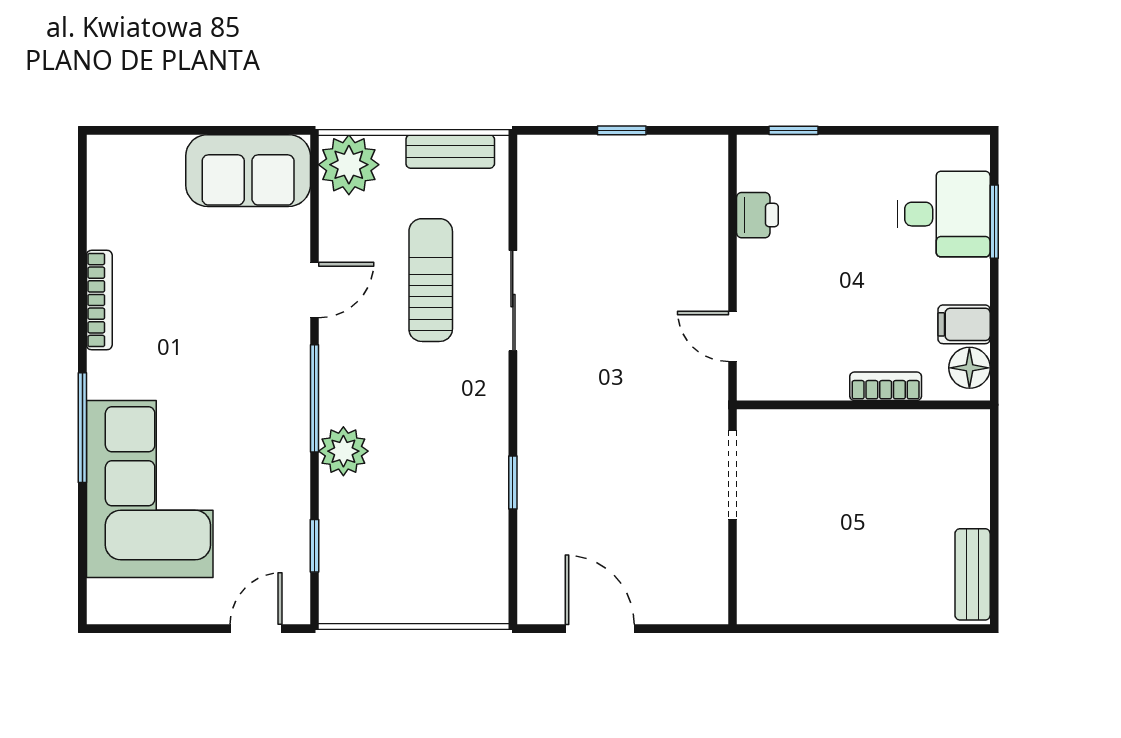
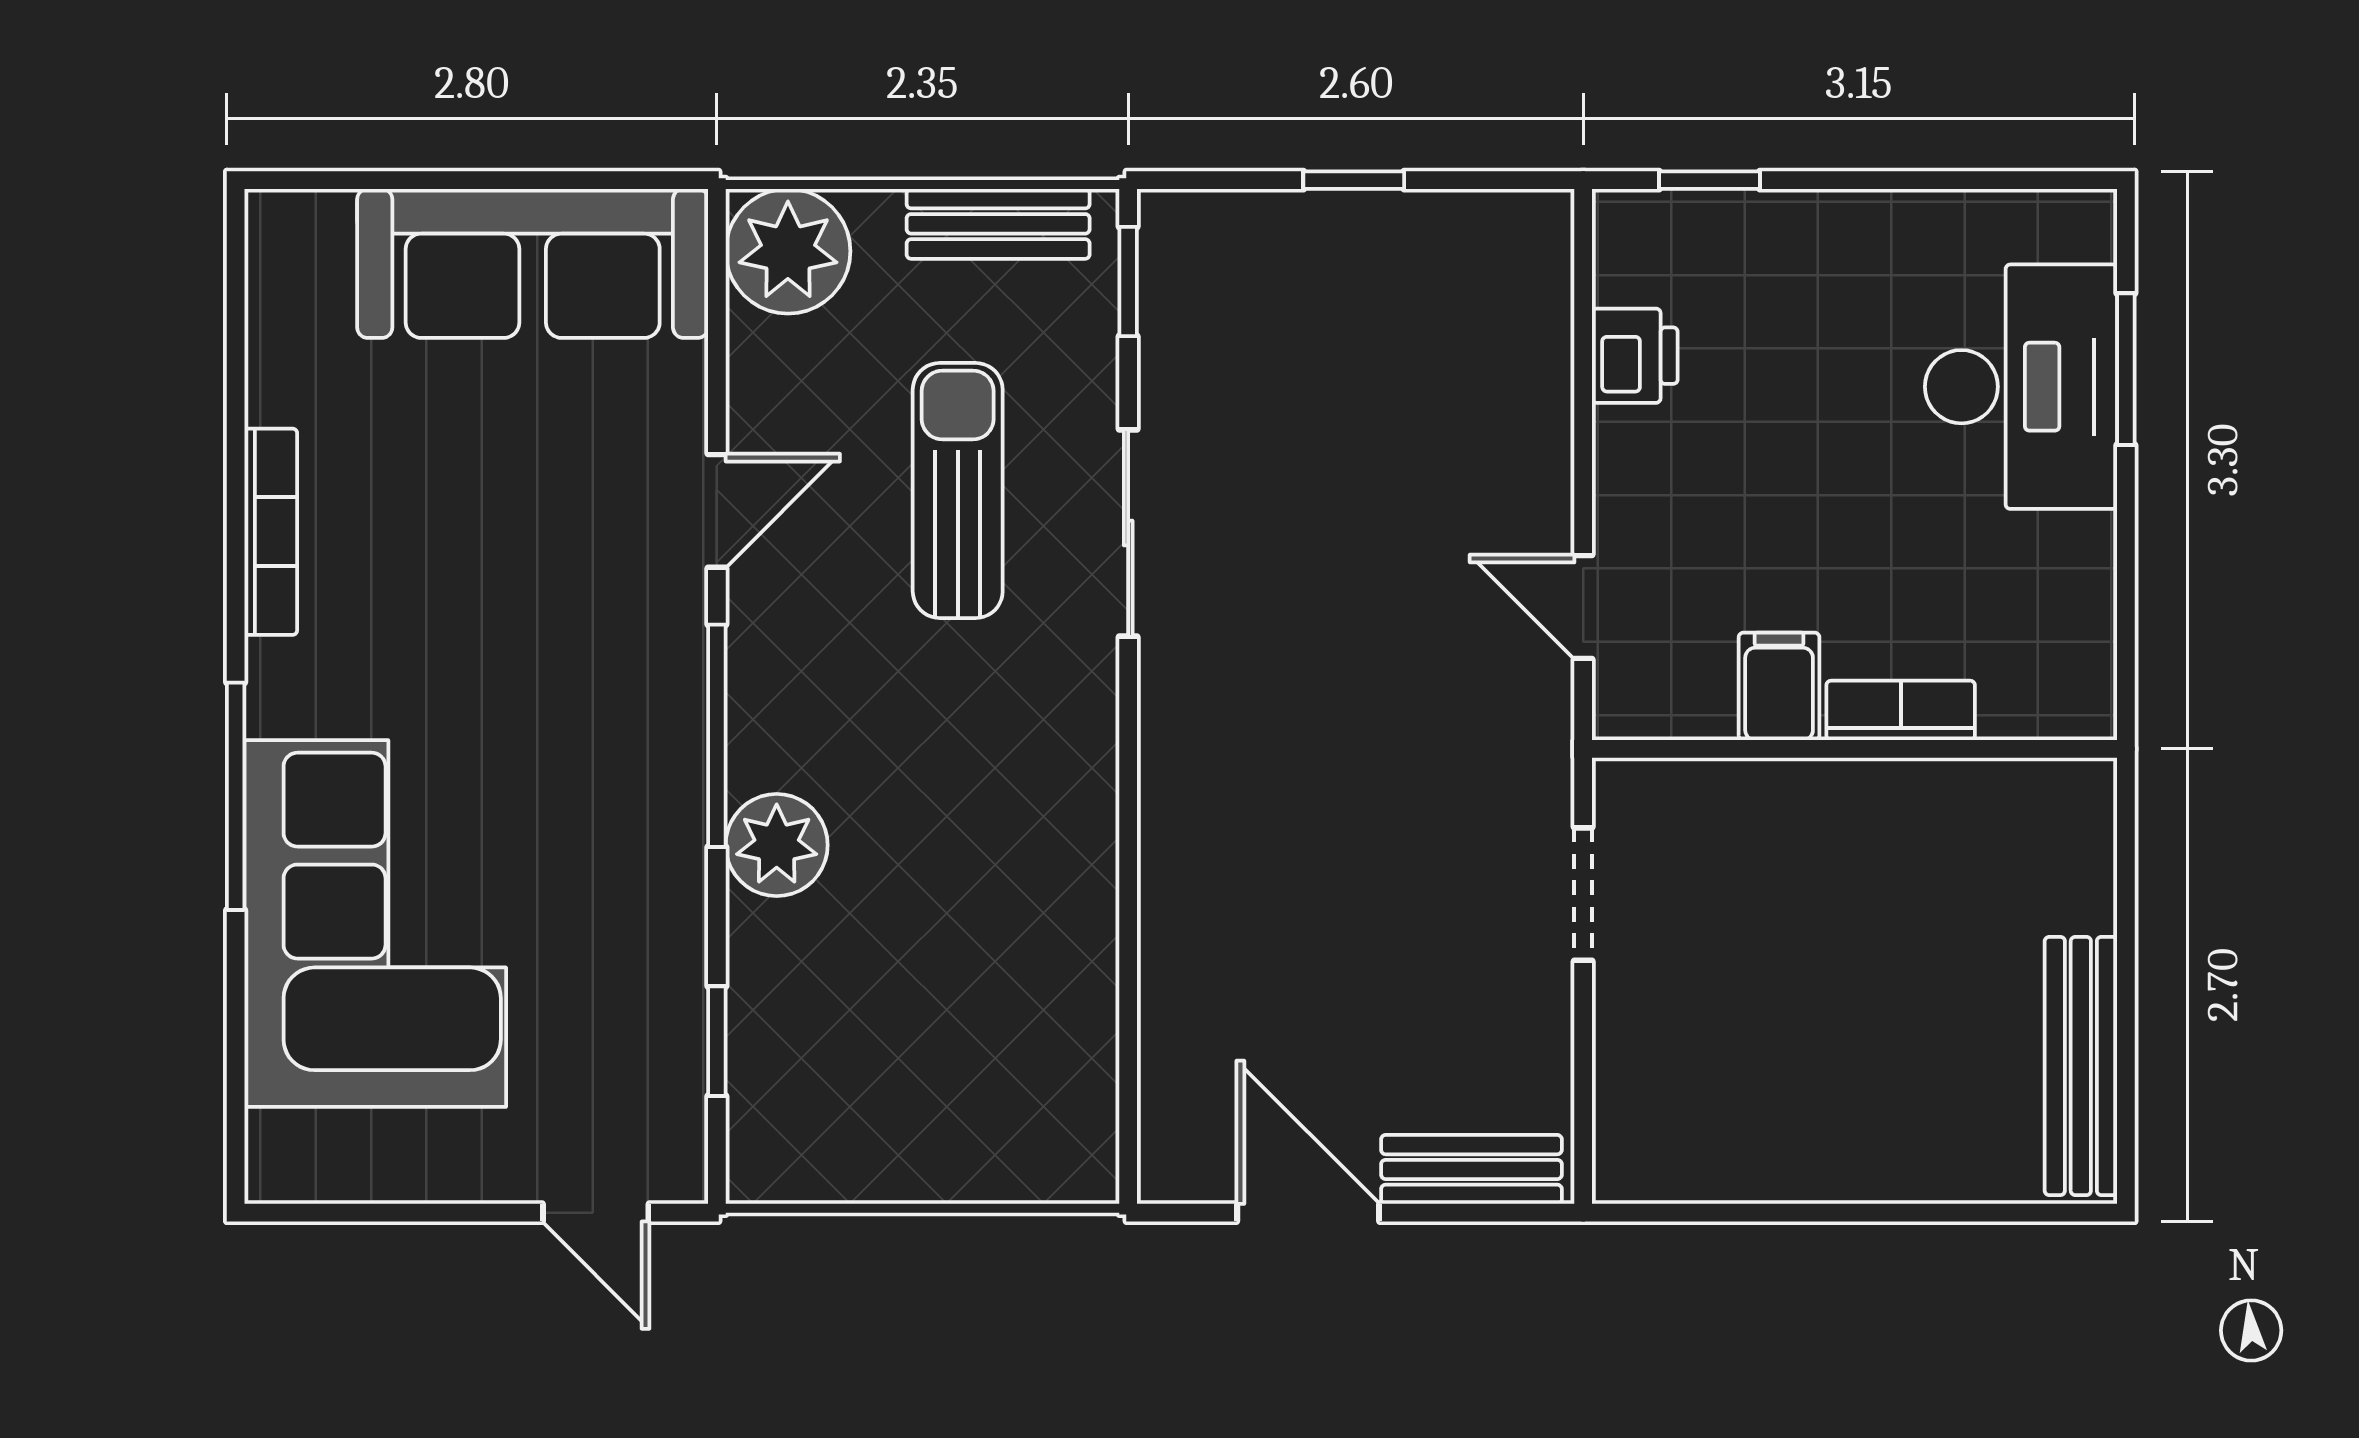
sofa: (248, 171) -> (533, 263), width x1.36
desk: (944, 214) -> (2021, 387), width x1.37
filing cabinet: (964, 324) -> (1779, 686), moved, turned 90
floor lamp: (969, 368) -> (2074, 672), removed
doorway: (732, 475) -> (1583, 894), width x0.73
window: (513, 482) -> (1128, 281), moved
bench: (973, 574) -> (2081, 1066), width x1.36
bench: (679, 608) -> (1471, 1169), added
door: (256, 629) -> (596, 1213), swing flipped

